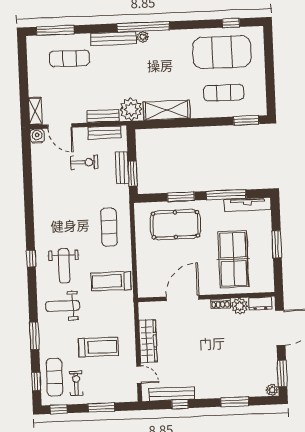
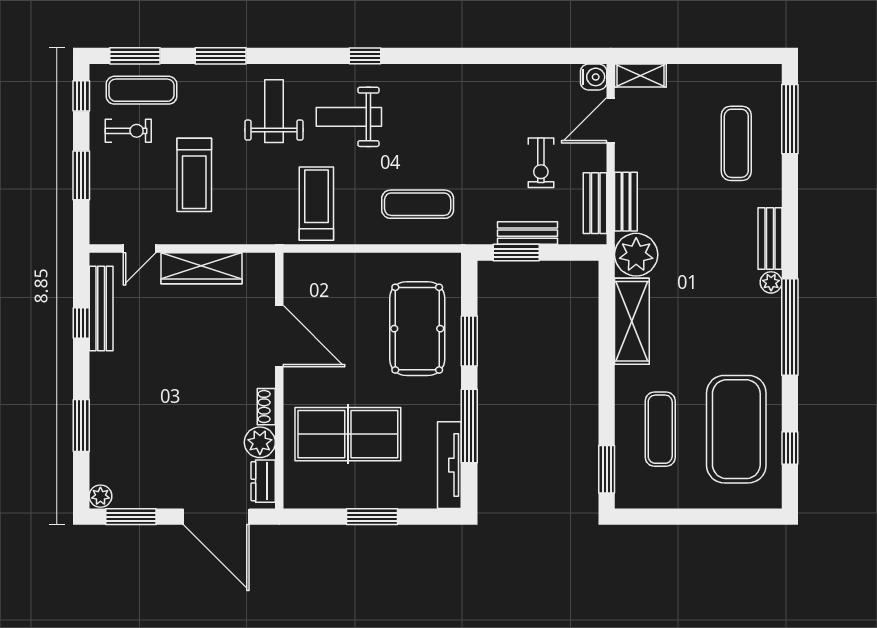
window: (143, 27) -> (790, 327), moved
bench: (113, 39) -> (770, 239), width x0.73
window: (36, 381) -> (135, 56), width x1.50

